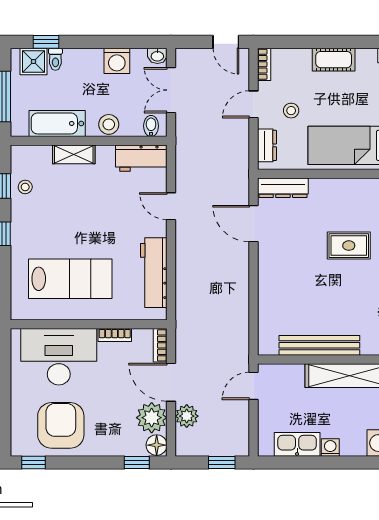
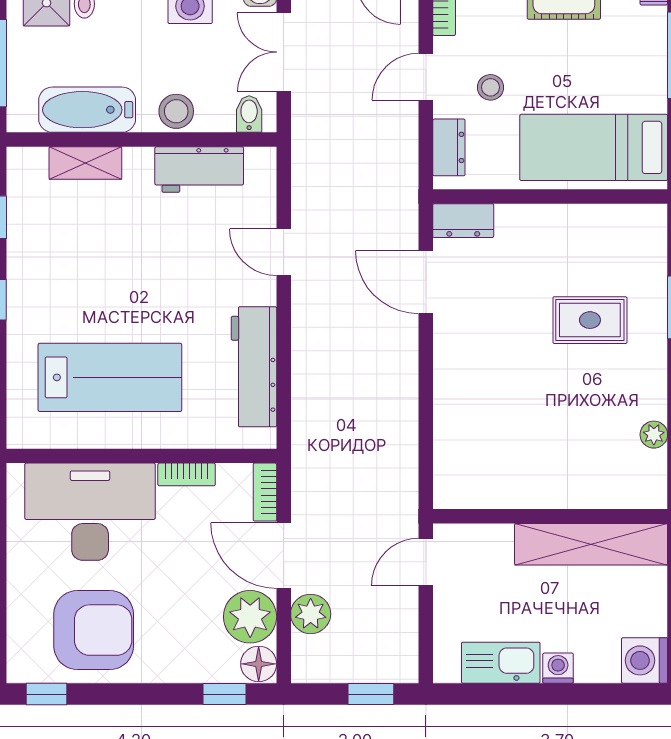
shelving: (74, 154) -> (85, 163), moved
workbench: (141, 158) -> (199, 170), moved
stool: (25, 187) -> (32, 219), removed
dresser: (283, 188) -> (463, 221), width x0.70
bench: (319, 345) -> (539, 492), removed
armchair: (61, 425) -> (94, 630), turned 90

